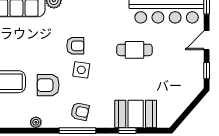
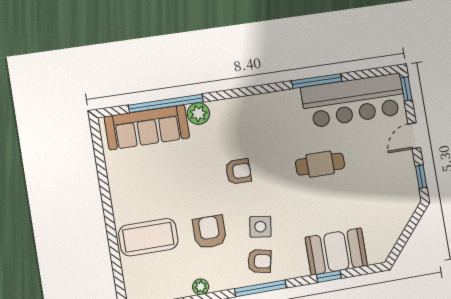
side table: (81, 70) -> (260, 227), moved
armchair: (48, 85) -> (210, 232), turned 90

